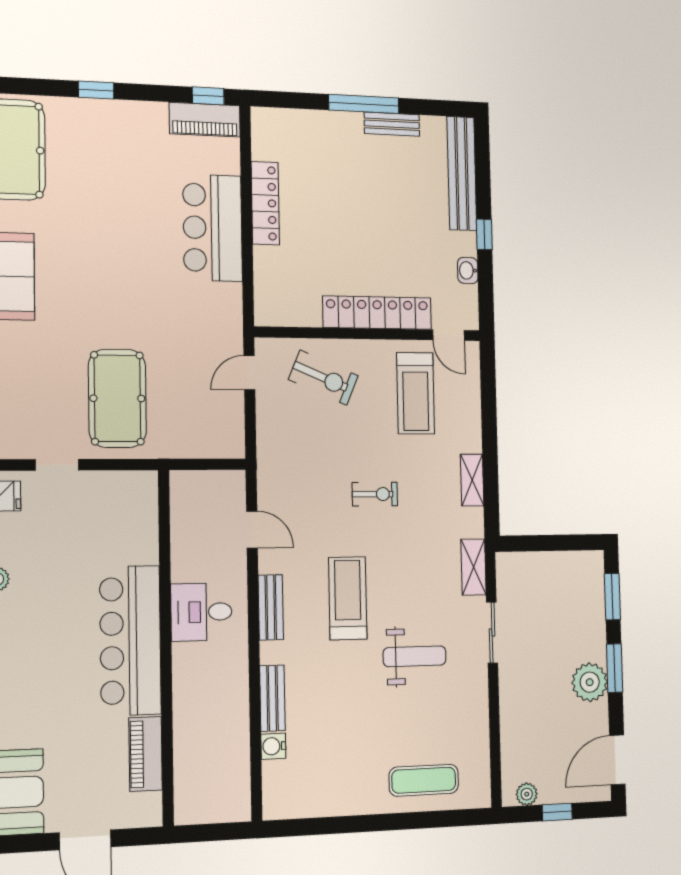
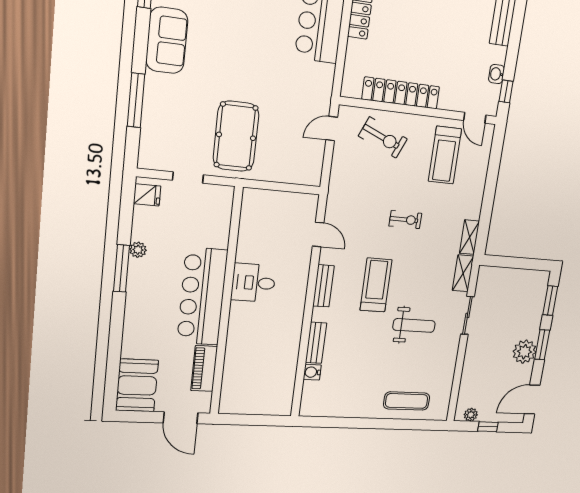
window: (484, 234) -> (506, 91), moved
locker: (377, 313) -> (401, 93), moved
shelving: (472, 480) -> (469, 237), moved
desk: (201, 612) -> (253, 283), moved
bar counter: (130, 640) -> (202, 297), moved
wall: (166, 647) -> (226, 303), moved
piano: (146, 754) -> (204, 369), moved

